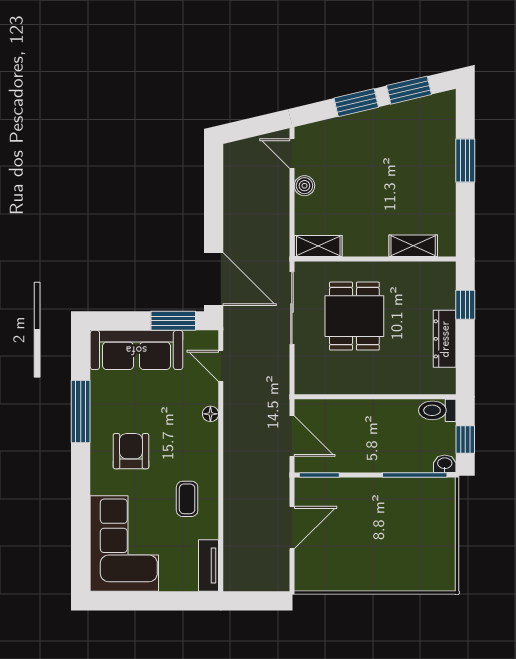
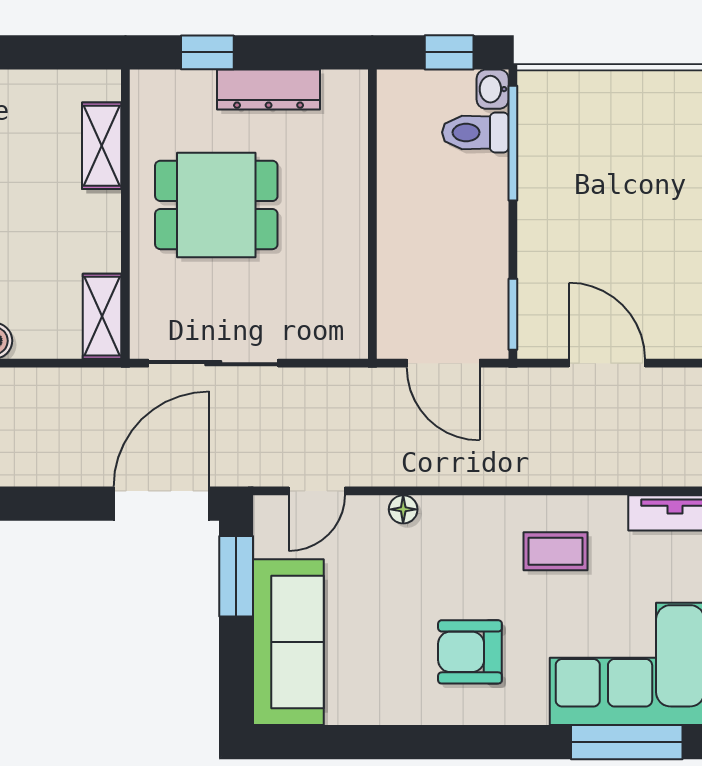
dining table: (354, 316) -> (216, 205), moved
toilet: (437, 410) -> (475, 132), moved, turned 90
window: (81, 412) -> (627, 742), moved
door: (292, 436) -> (443, 363), swing flipped

